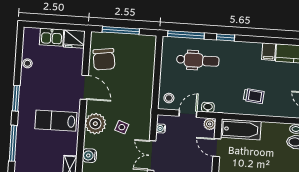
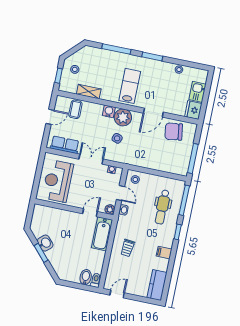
window: (121, 30) -> (193, 159), moved
filing cabinet: (269, 52) -> (164, 253), moved
water cooler: (89, 156) -> (109, 111), moved

